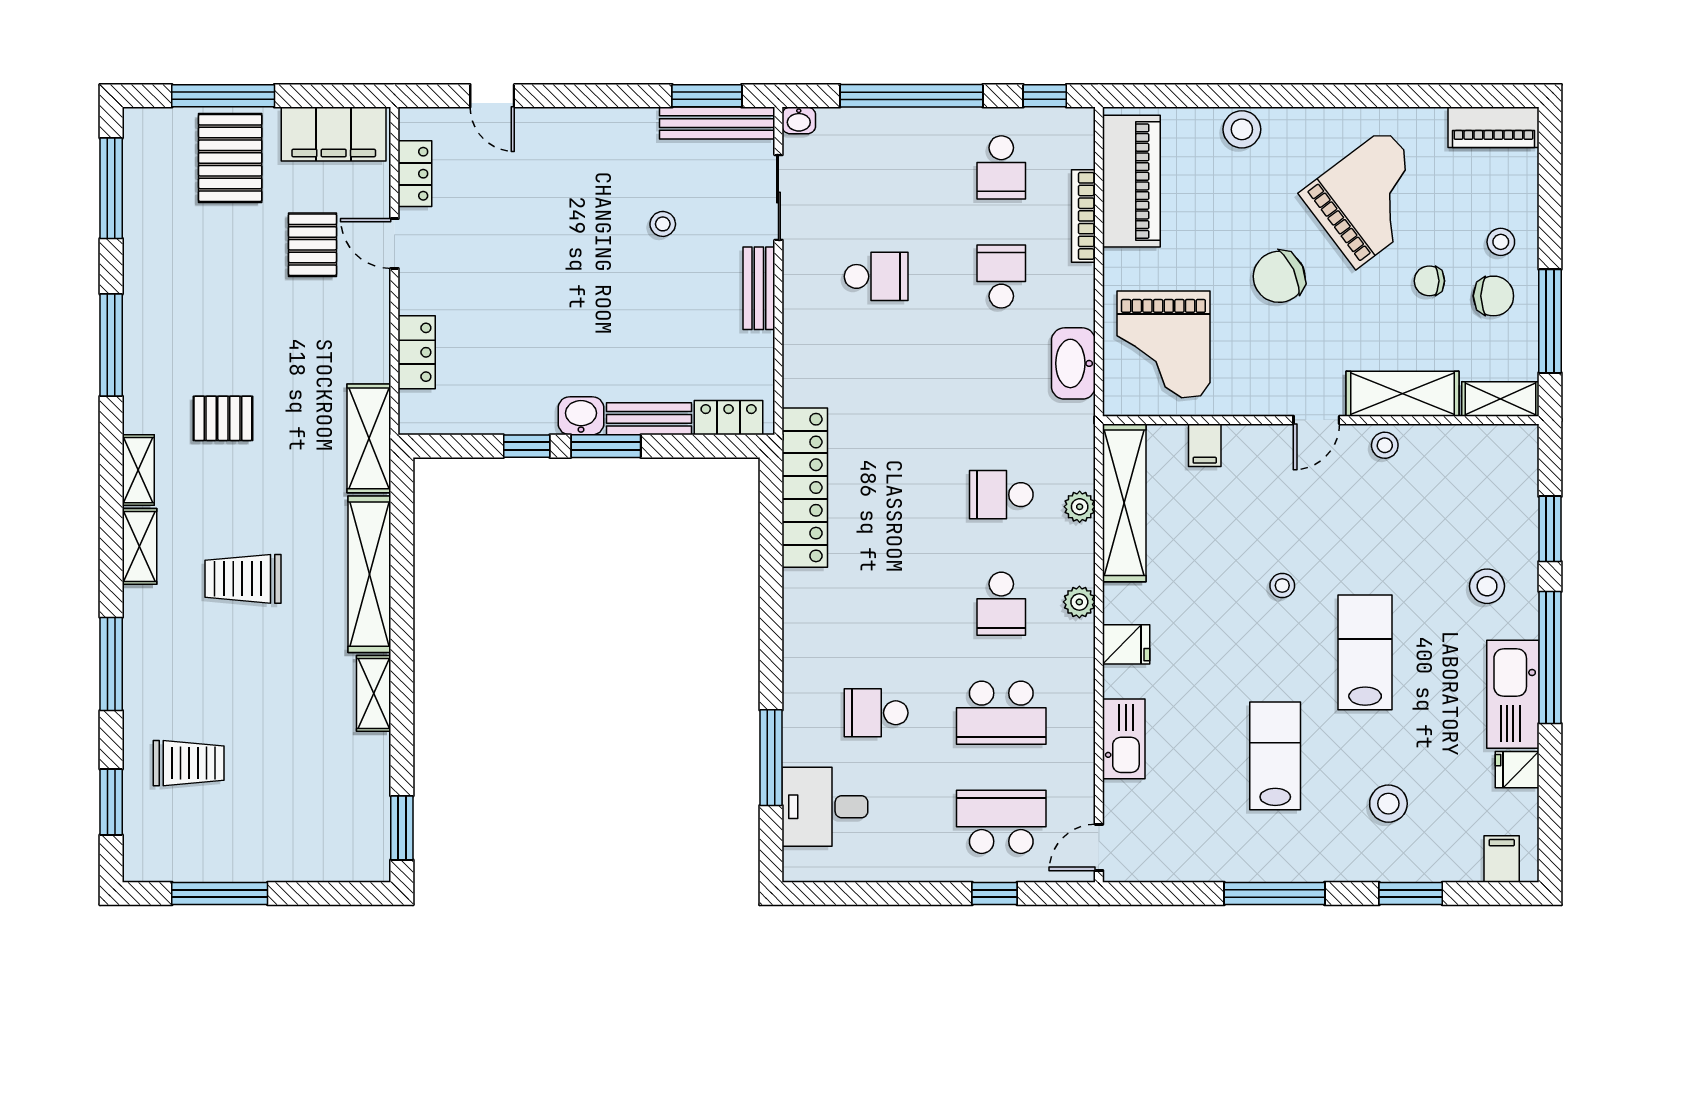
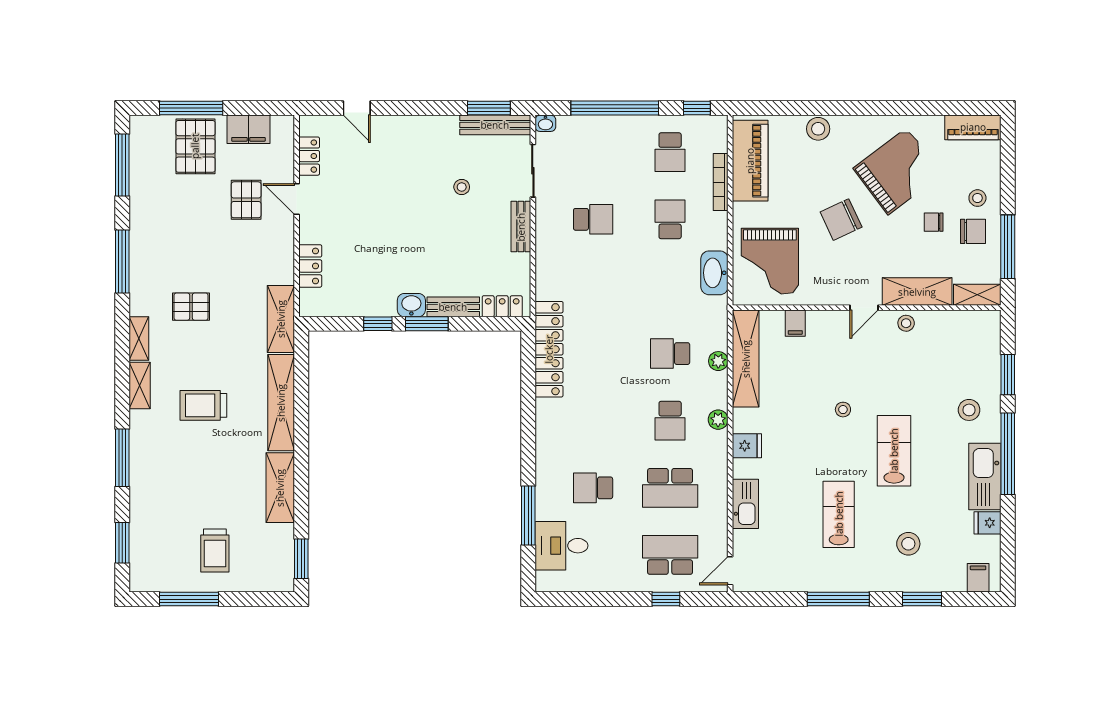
filing cabinet: (334, 134) -> (248, 129), width x0.67, depth x0.86
shelving: (374, 693) -> (280, 488), width x1.50, depth x1.33
trolley: (189, 763) -> (215, 550), moved, turned 90

